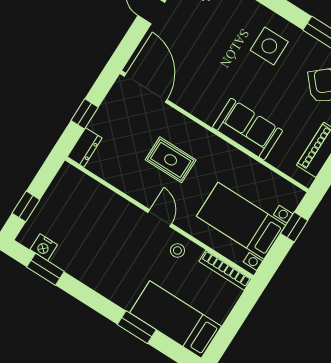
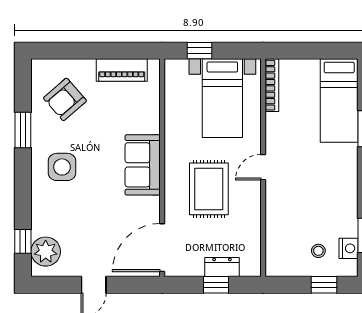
sofa: (248, 129) -> (143, 165), moved
dresser: (85, 147) -> (222, 267), moved
rug: (171, 160) -> (209, 189), width x1.36, depth x1.43
stool: (177, 250) -> (318, 251), moved

